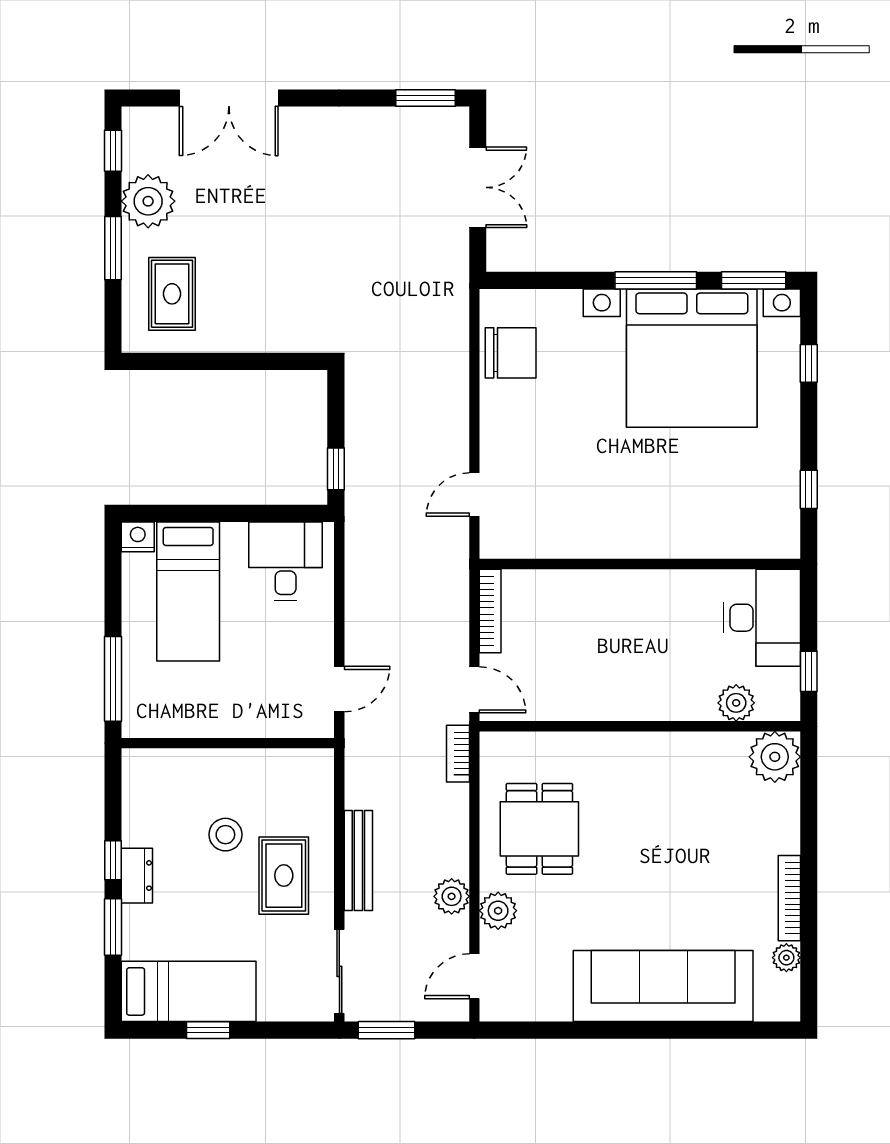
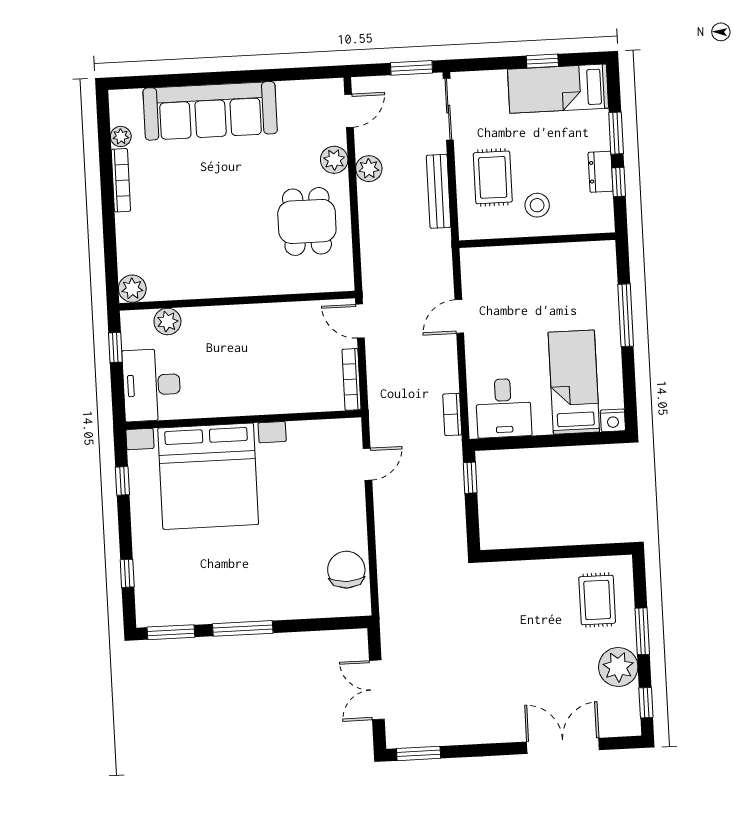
chair: (511, 353) -> (346, 570), turned 90
bed with nightstands: (692, 358) -> (208, 476), moved, turned 180
wall: (228, 743) -> (537, 240), moved
bookcase: (458, 754) -> (452, 414), moved, turned 180
plant: (775, 757) -> (132, 289), width x0.73, depth x0.73

